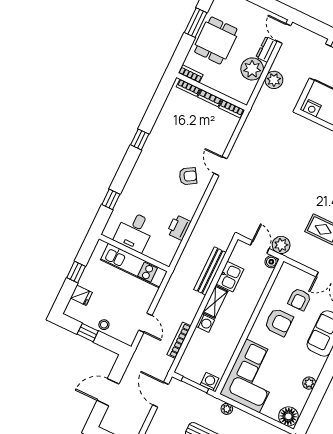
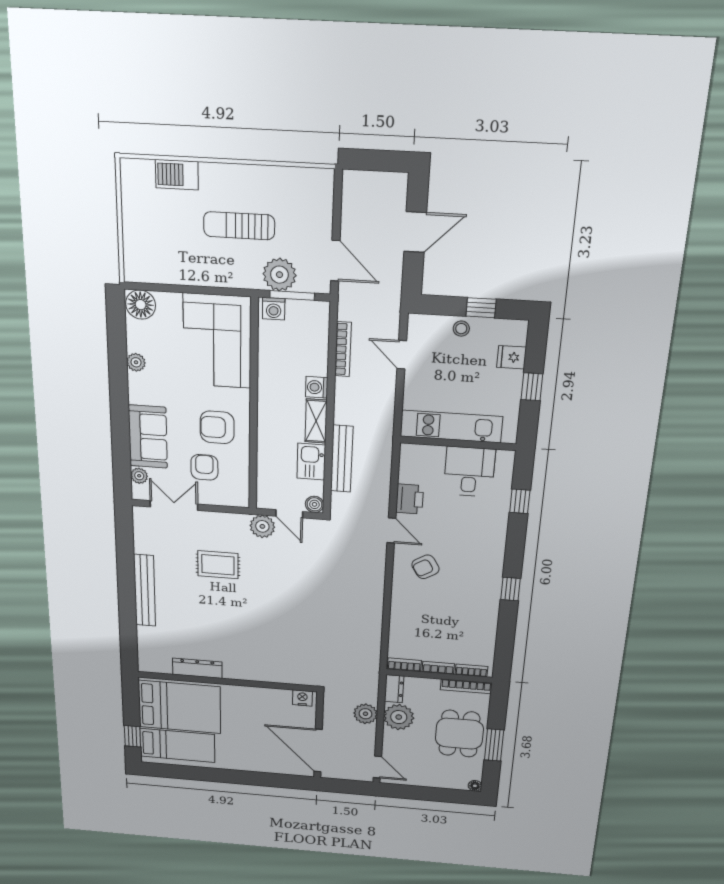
dresser: (267, 49) -> (394, 689), moved
bookcase: (191, 74) -> (466, 686), width x1.56
door: (220, 166) -> (391, 530), moved
boiler: (271, 262) -> (314, 504), moved
plant: (227, 409) -> (279, 275), moved, width x1.87, depth x1.87

